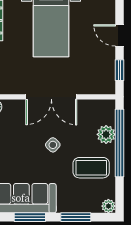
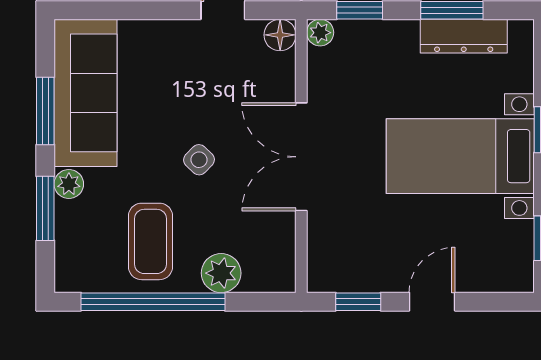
window: (119, 143) -> (153, 302), moved
plant: (108, 206) -> (69, 184), moved

